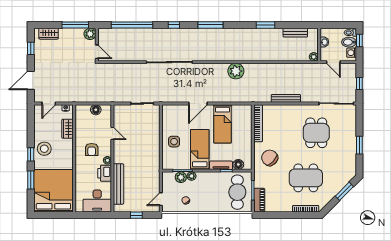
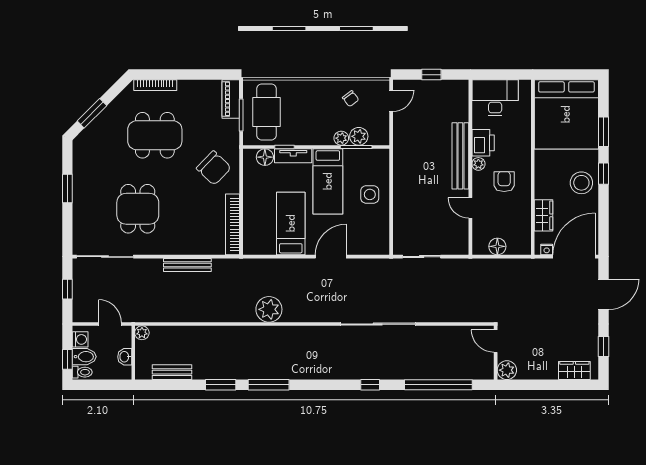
window: (75, 25) -> (531, 385), removed
window: (210, 25) -> (269, 385), moved
door: (49, 103) -> (574, 257), width x1.88
bench: (118, 184) -> (460, 156), moved

